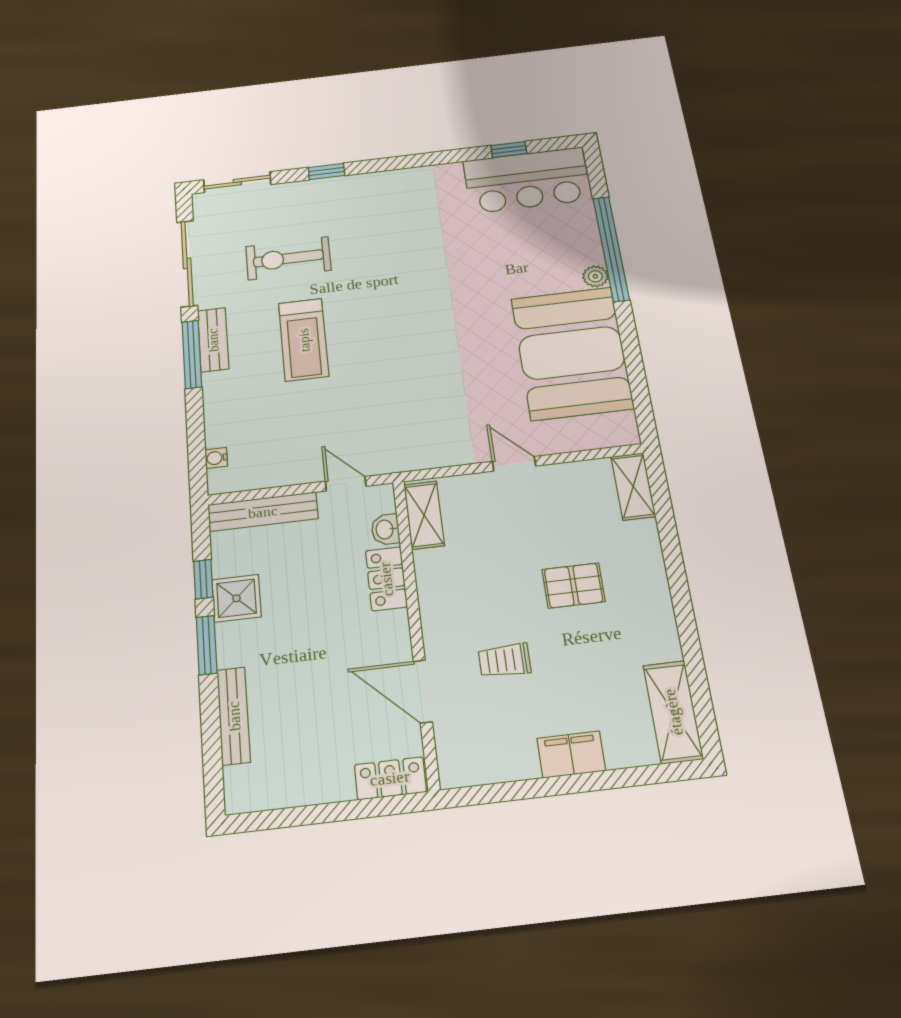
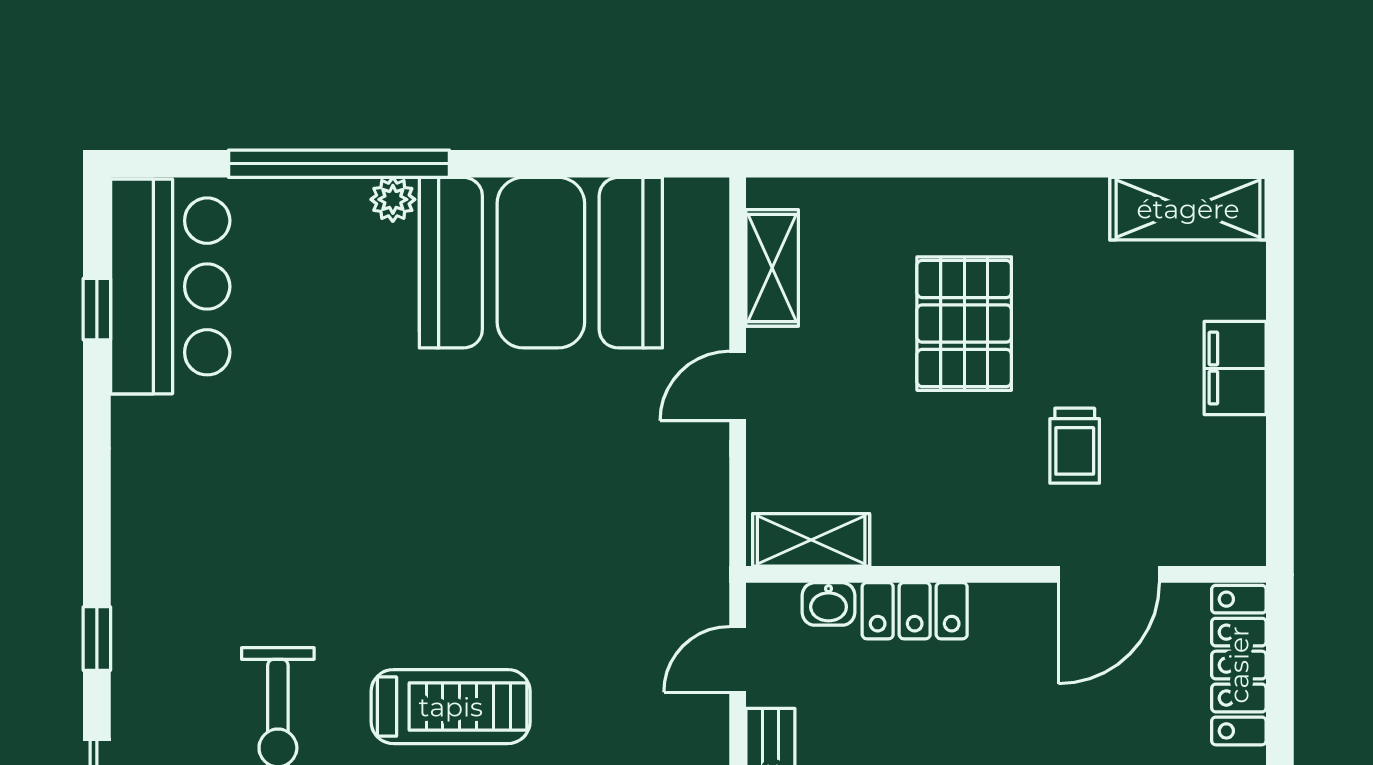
shelving: (633, 486) -> (772, 268), moved, turned 90
pallet: (574, 585) -> (964, 324), width x1.50, depth x1.42
locker: (390, 778) -> (1239, 665), width x1.53

